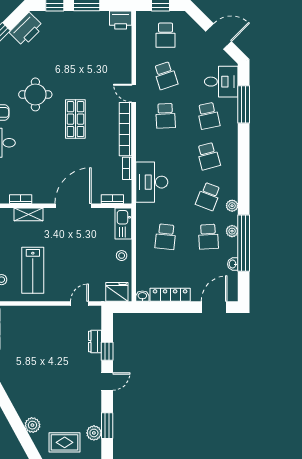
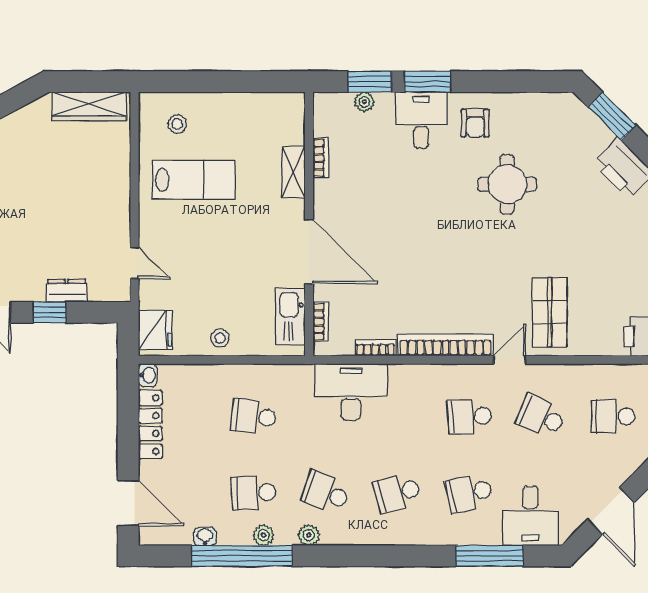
school desk: (166, 75) -> (541, 416), turned 42
shop shelf: (75, 119) -> (550, 312), moved, turned 90
kitchen sink: (123, 224) -> (290, 316), moved, turned -90
lab bench: (33, 270) -> (194, 180), turned 180

